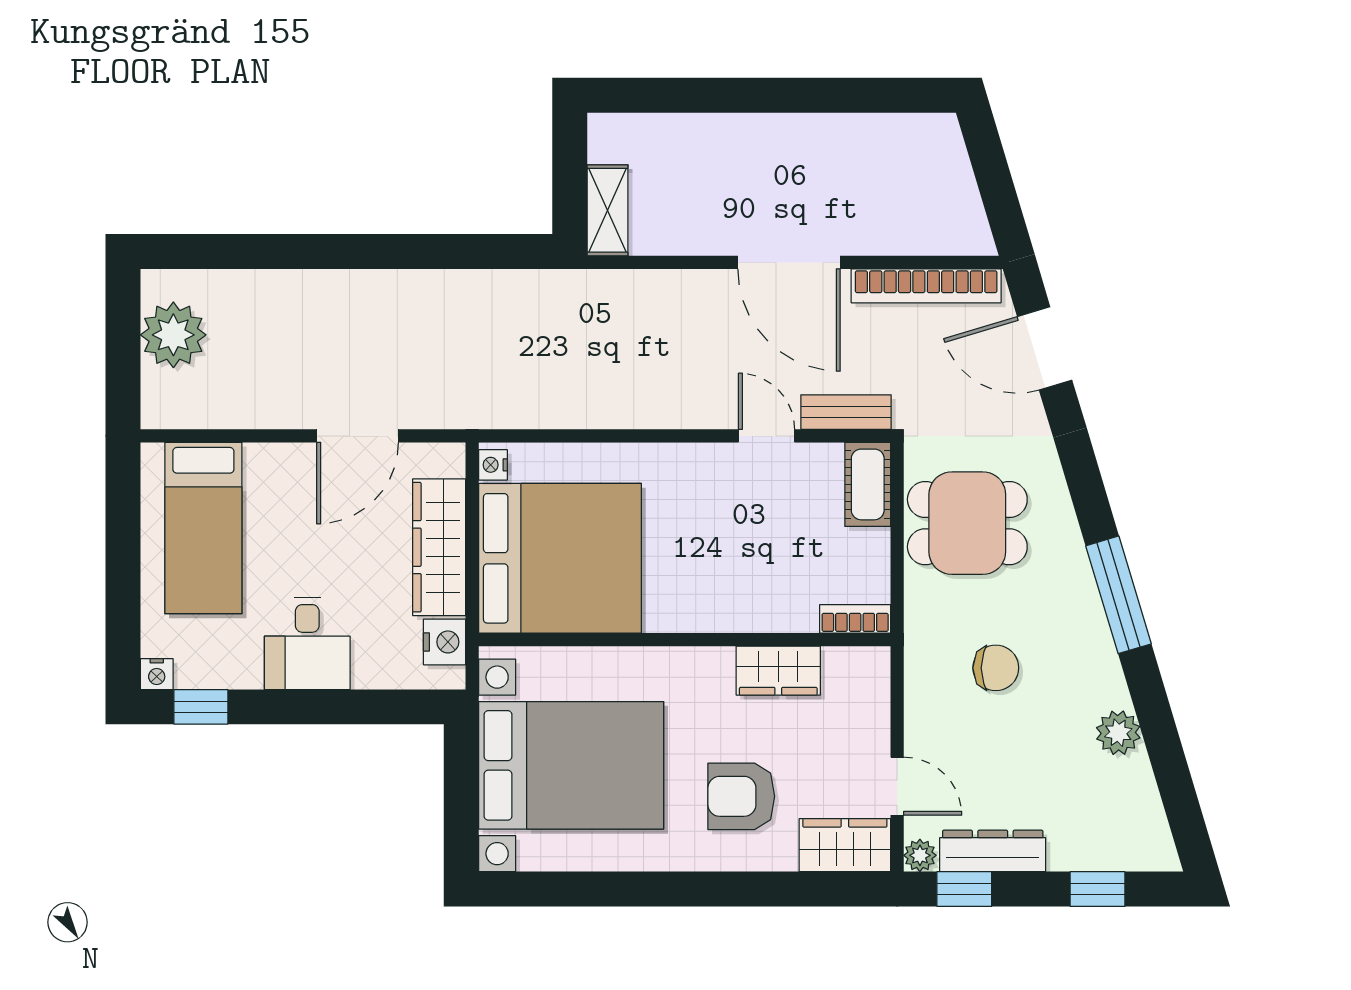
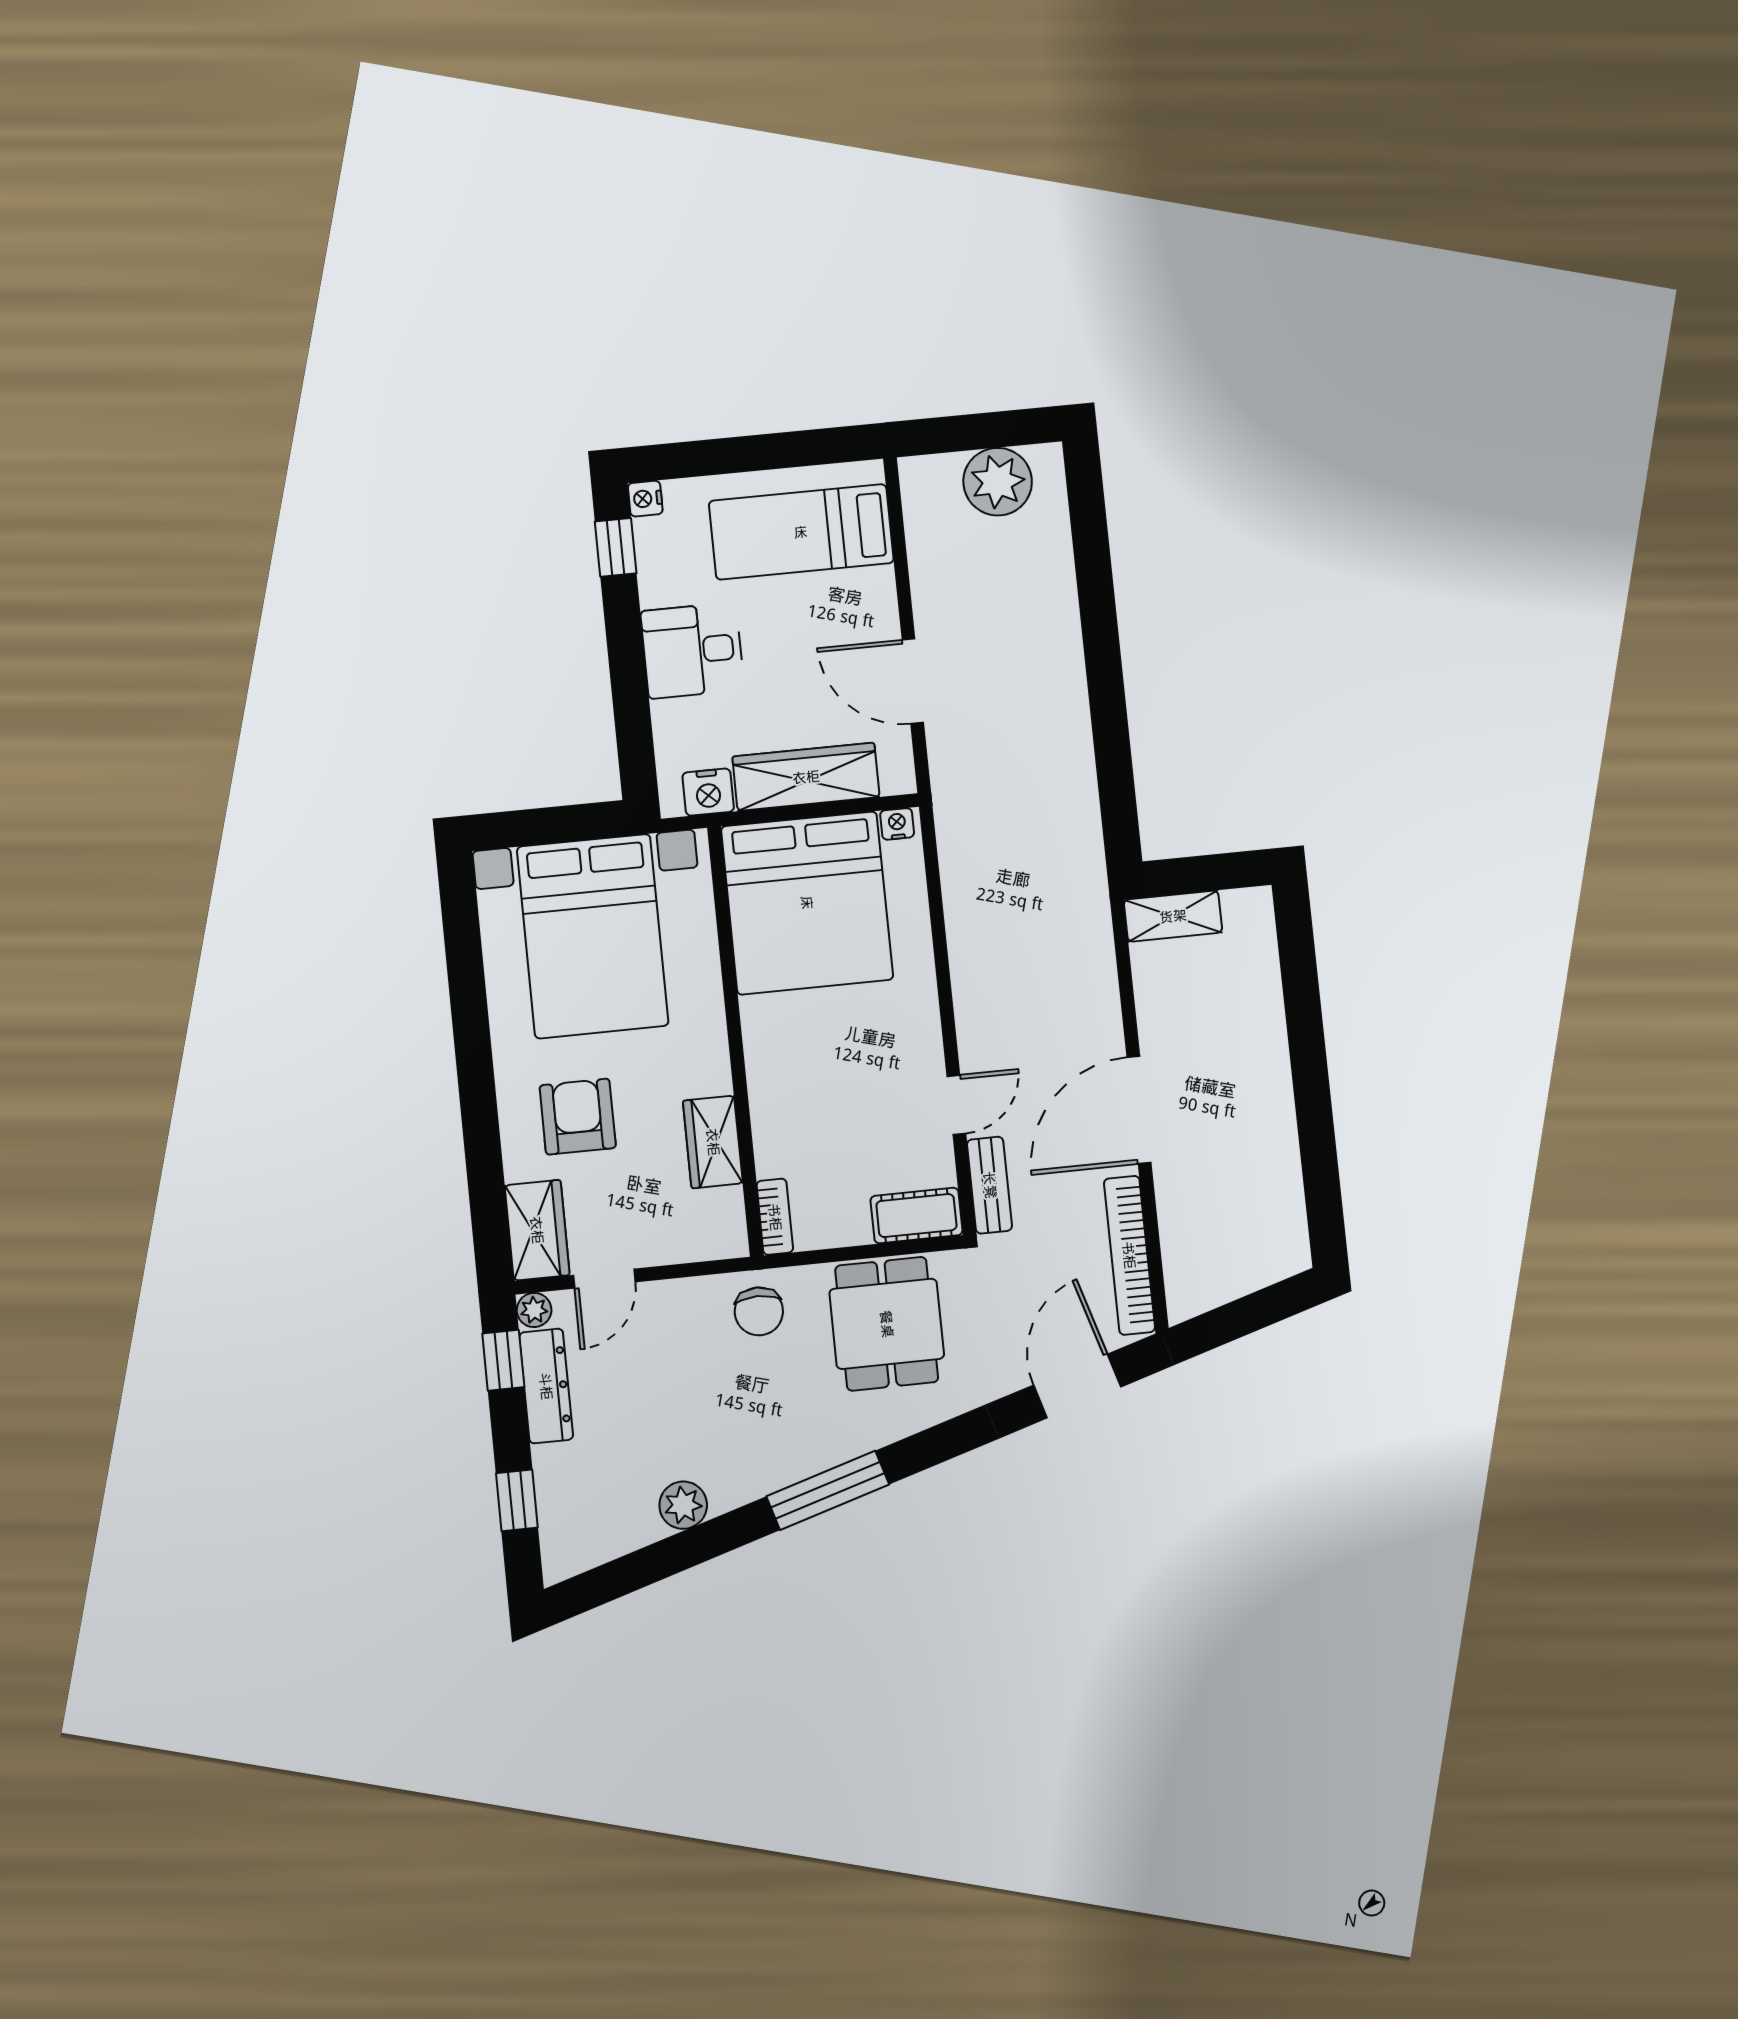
chair: (996, 668) -> (759, 1311), moved

